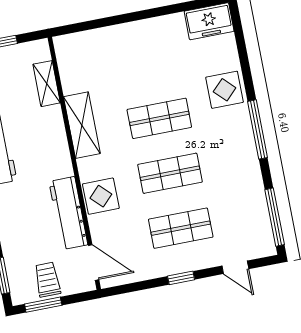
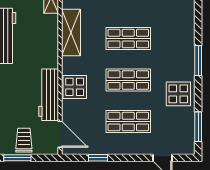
display table: (225, 90) -> (178, 94), moved
window: (257, 129) -> (198, 61), width x0.69
window: (275, 217) -> (198, 127), width x0.69
window: (181, 278) -> (98, 158), moved

